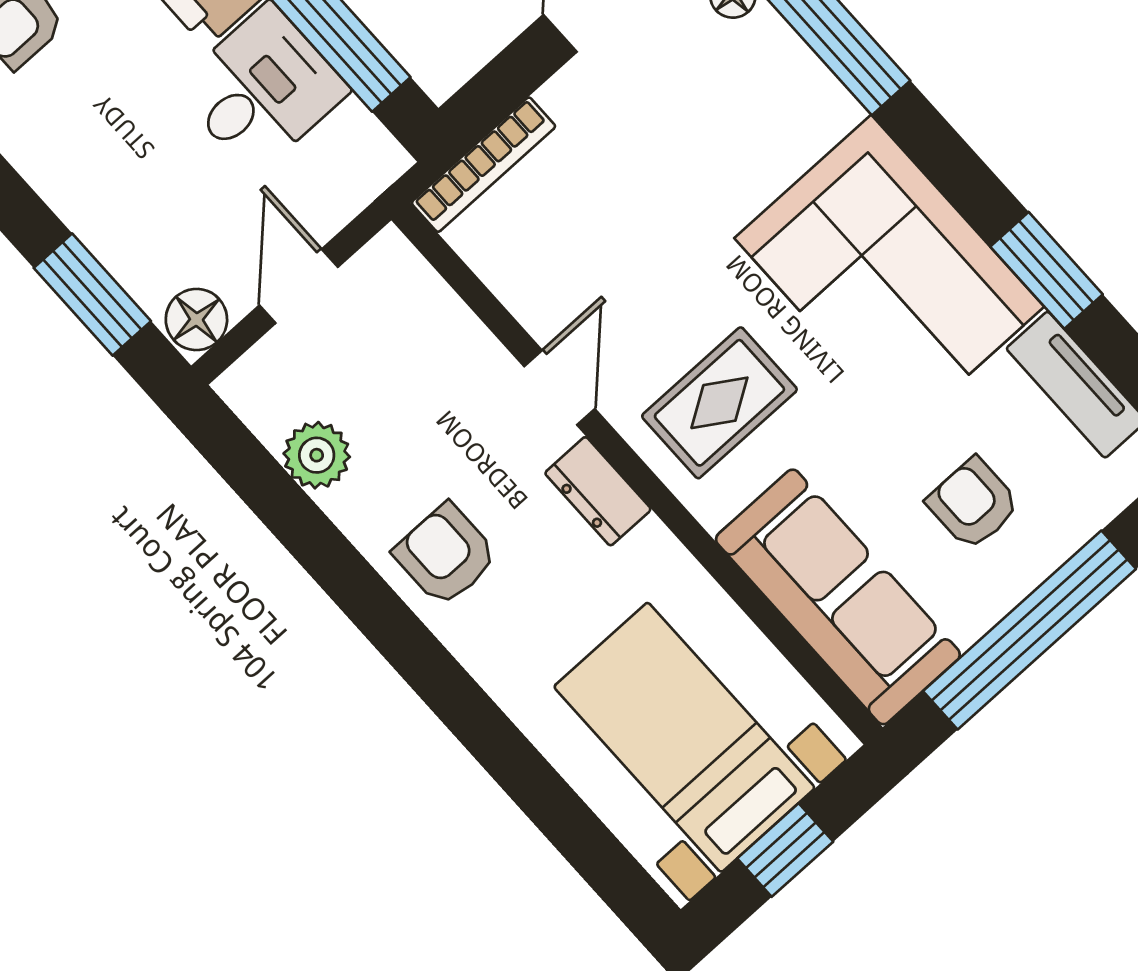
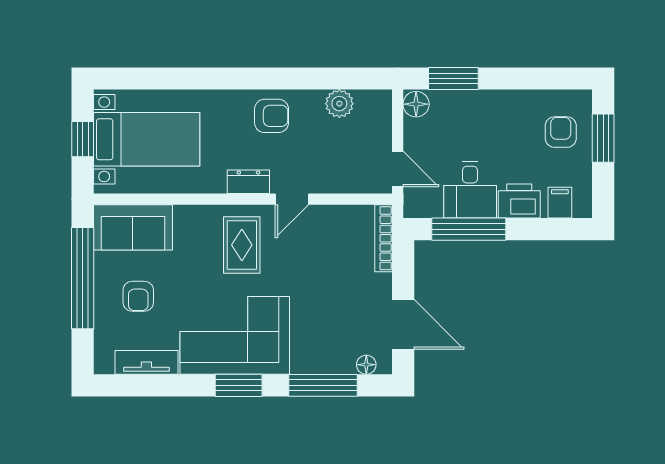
window: (1046, 270) -> (239, 385), moved
door: (299, 286) -> (398, 169), moved
door: (559, 388) -> (292, 199), hinge flipped
armchair: (973, 504) -> (138, 296), turned 90
sofa: (838, 597) -> (133, 227), width x0.73

